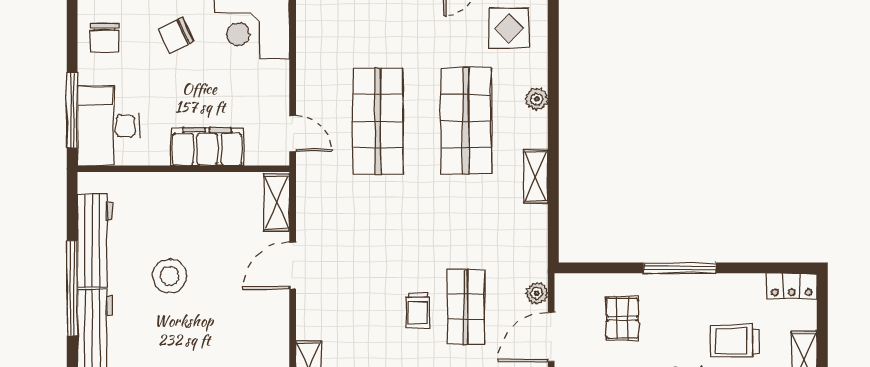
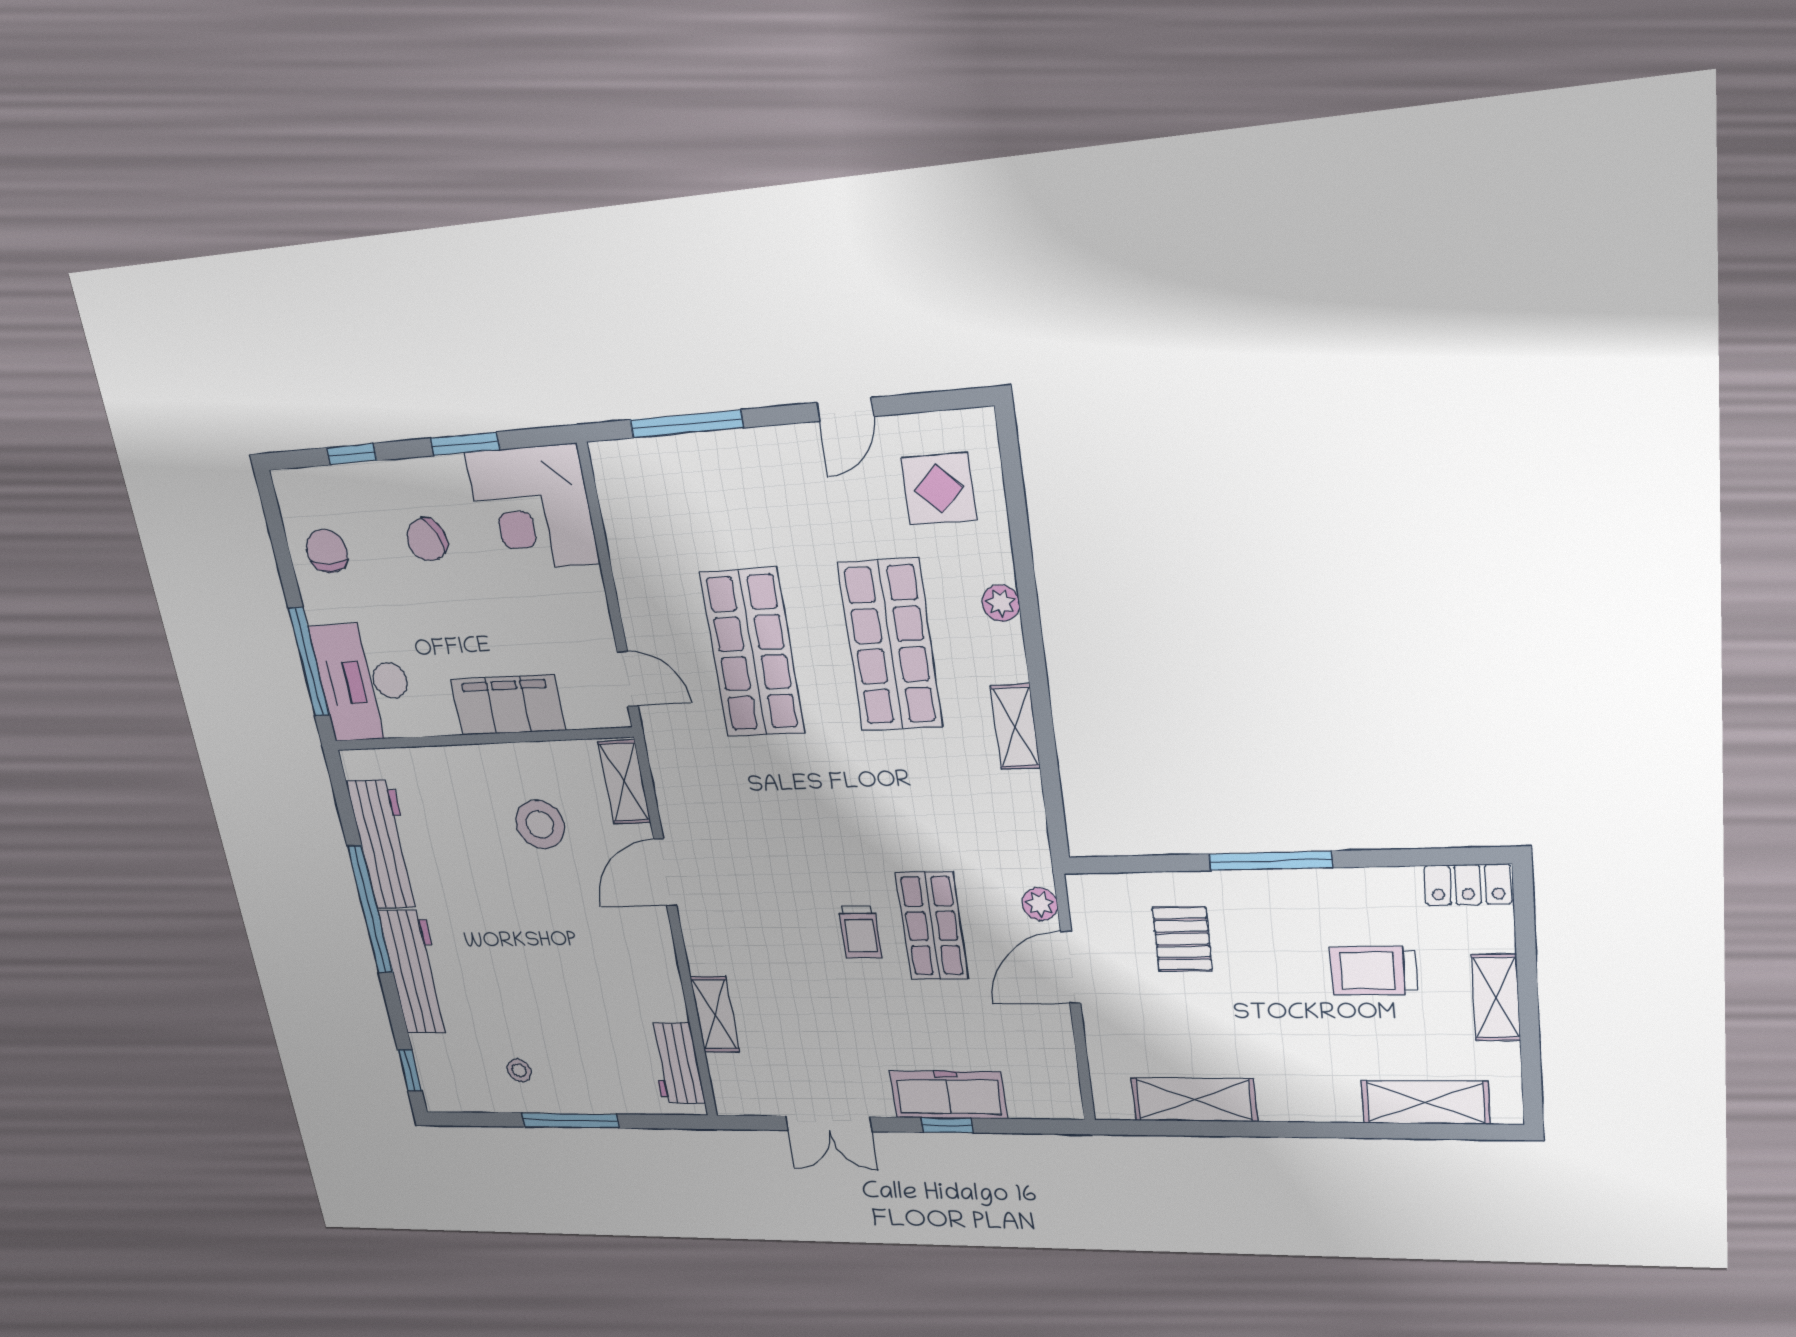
chair: (104, 38) -> (327, 551), turned 180
stool: (169, 276) -> (540, 824), moved

